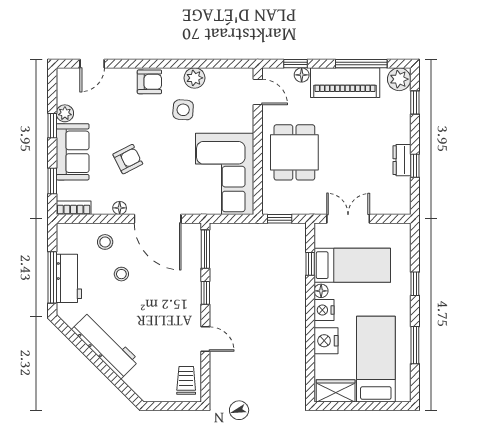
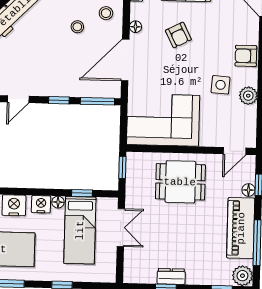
armchair: (149, 82) -> (246, 56), turned 90

